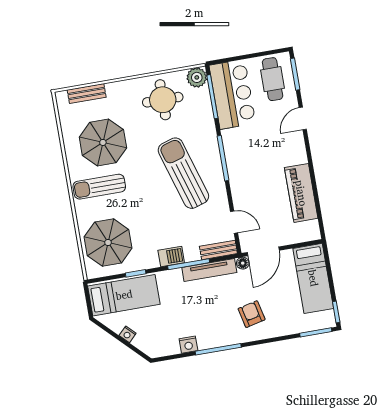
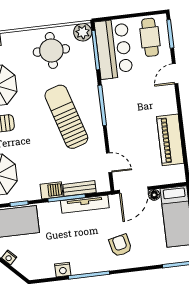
bench: (218, 250) -> (79, 188), moved
floor lamp: (243, 263) -> (154, 195), moved

